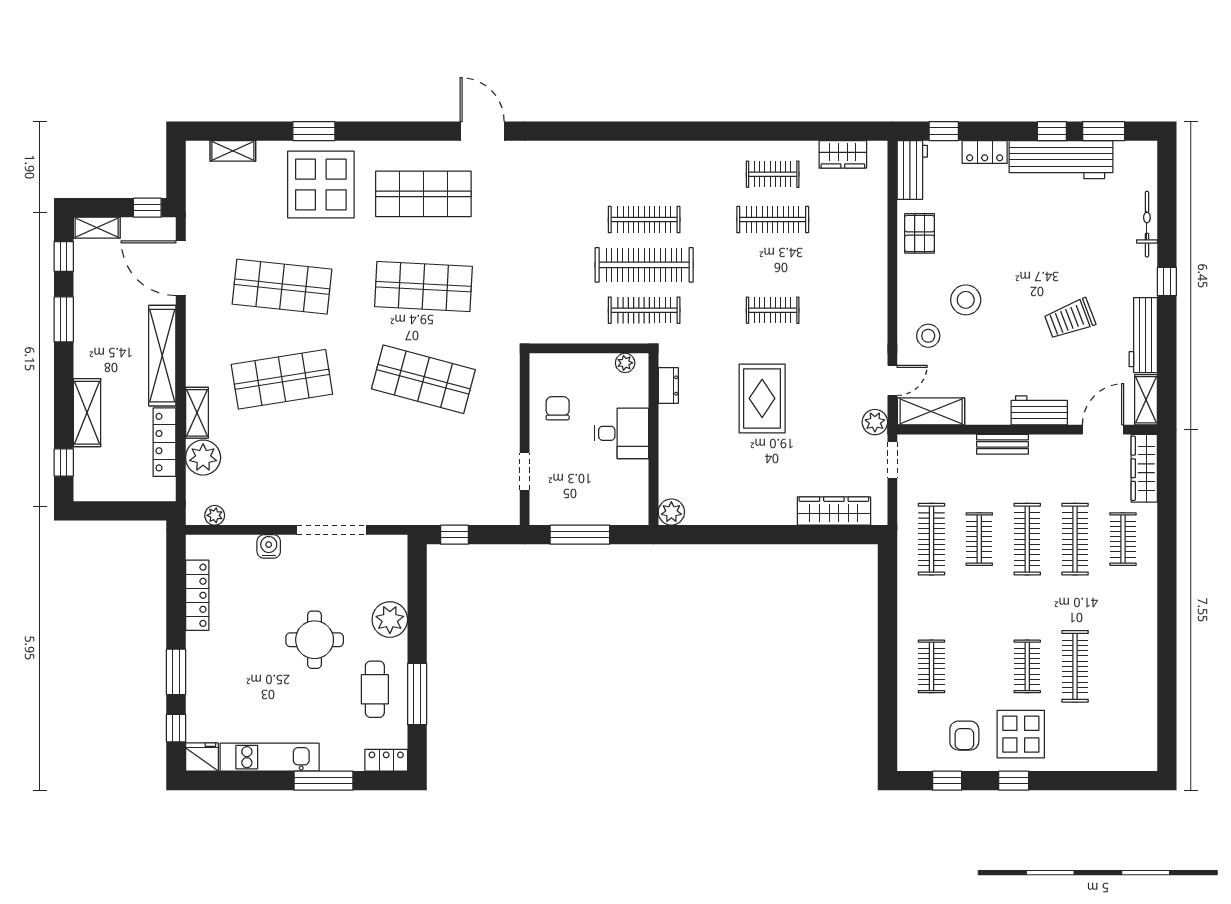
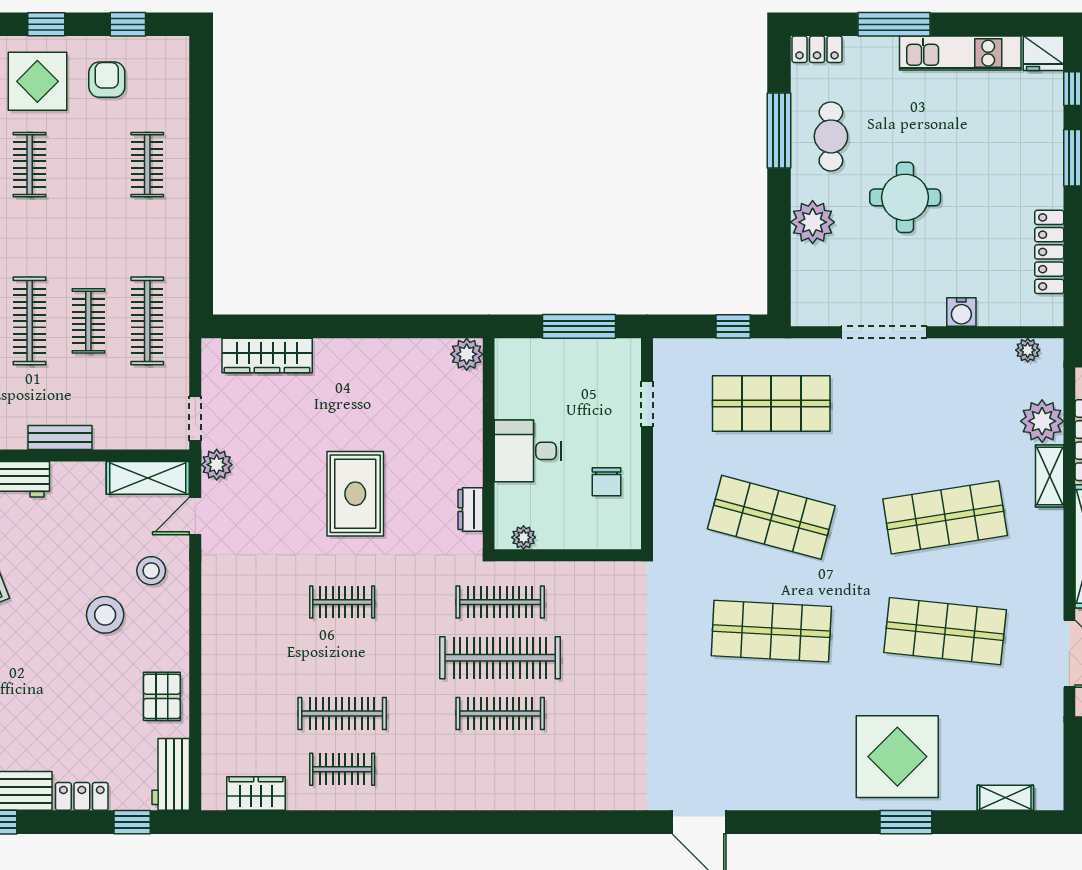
shop shelf: (423, 194) -> (771, 403), moved

